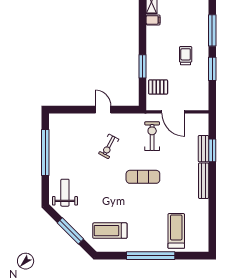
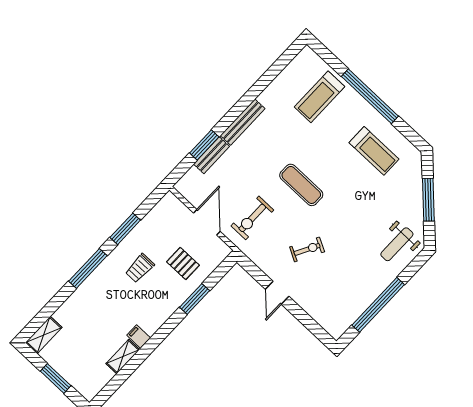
pallet: (158, 87) -> (183, 264), moved
treadmill: (110, 231) -> (374, 151), moved

